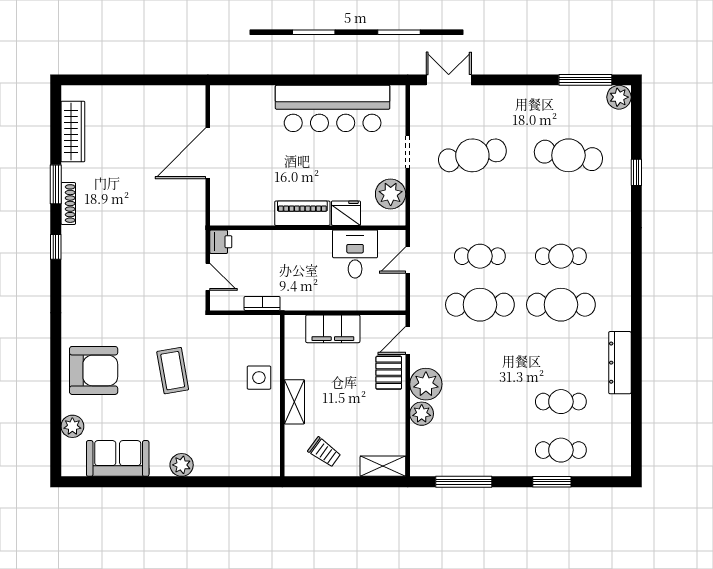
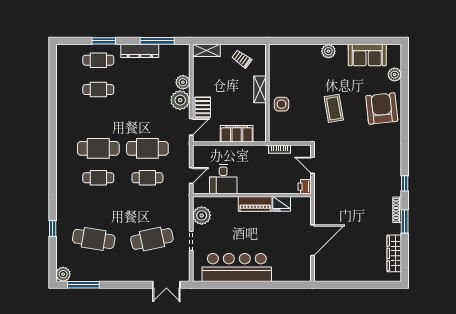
fridge: (346, 213) -> (282, 204), moved
dresser: (620, 363) -> (140, 51), moved, turned 90
armchair: (94, 370) -> (382, 108), turned 84

